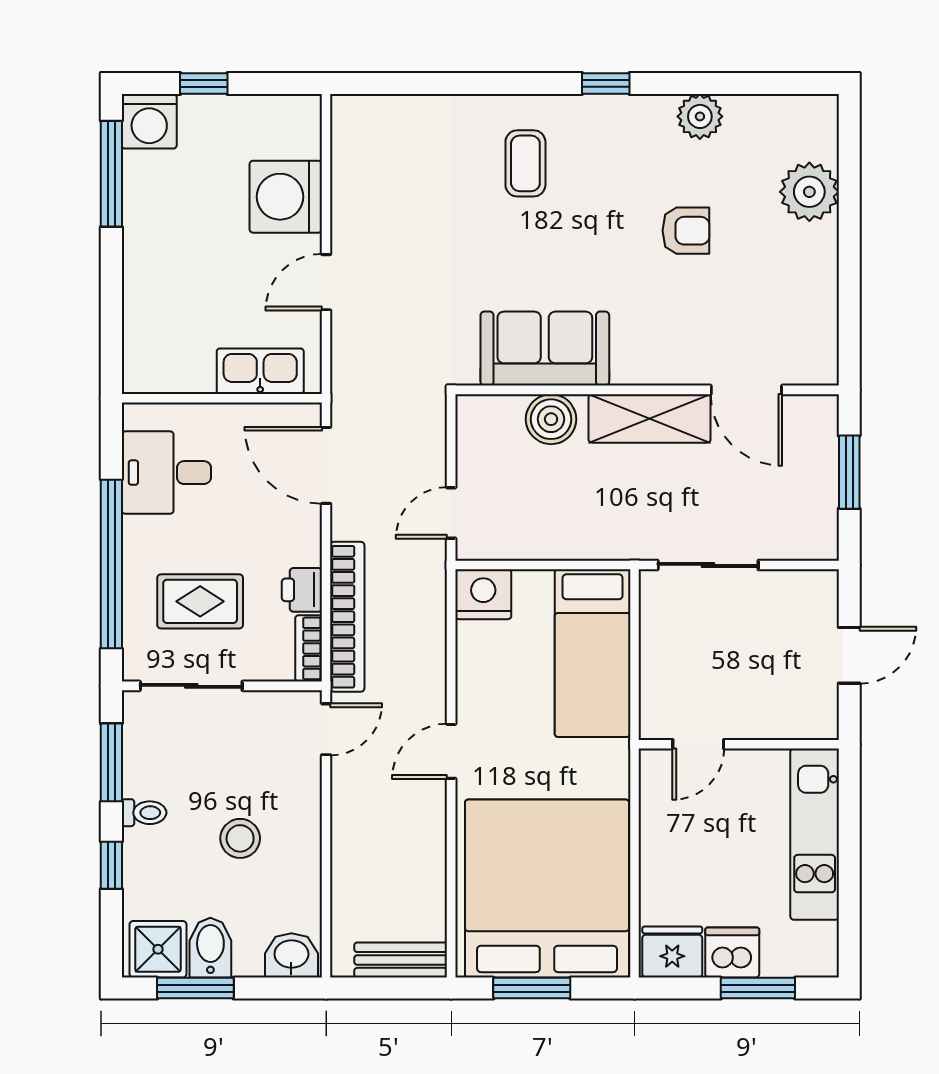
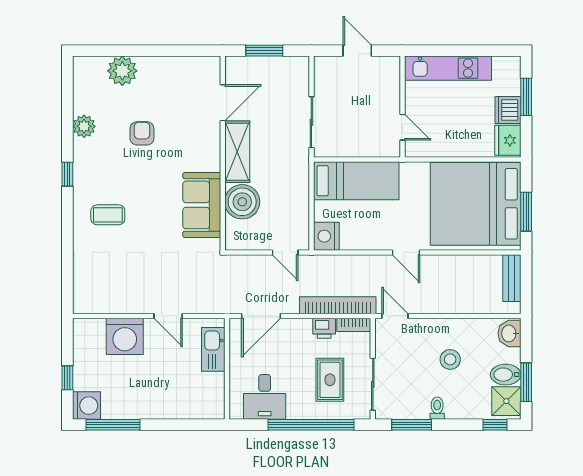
boiler: (551, 419) -> (242, 202), width x1.37, depth x1.37
window: (111, 865) -> (495, 425), moved

